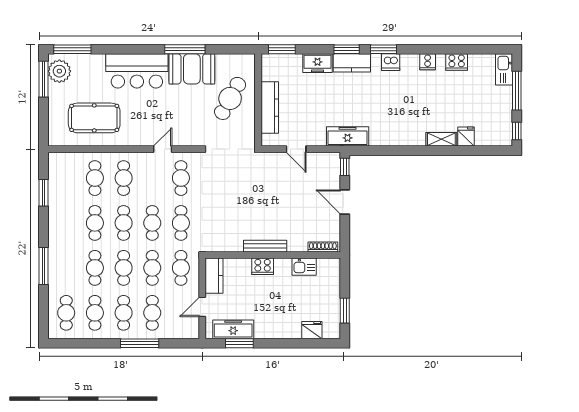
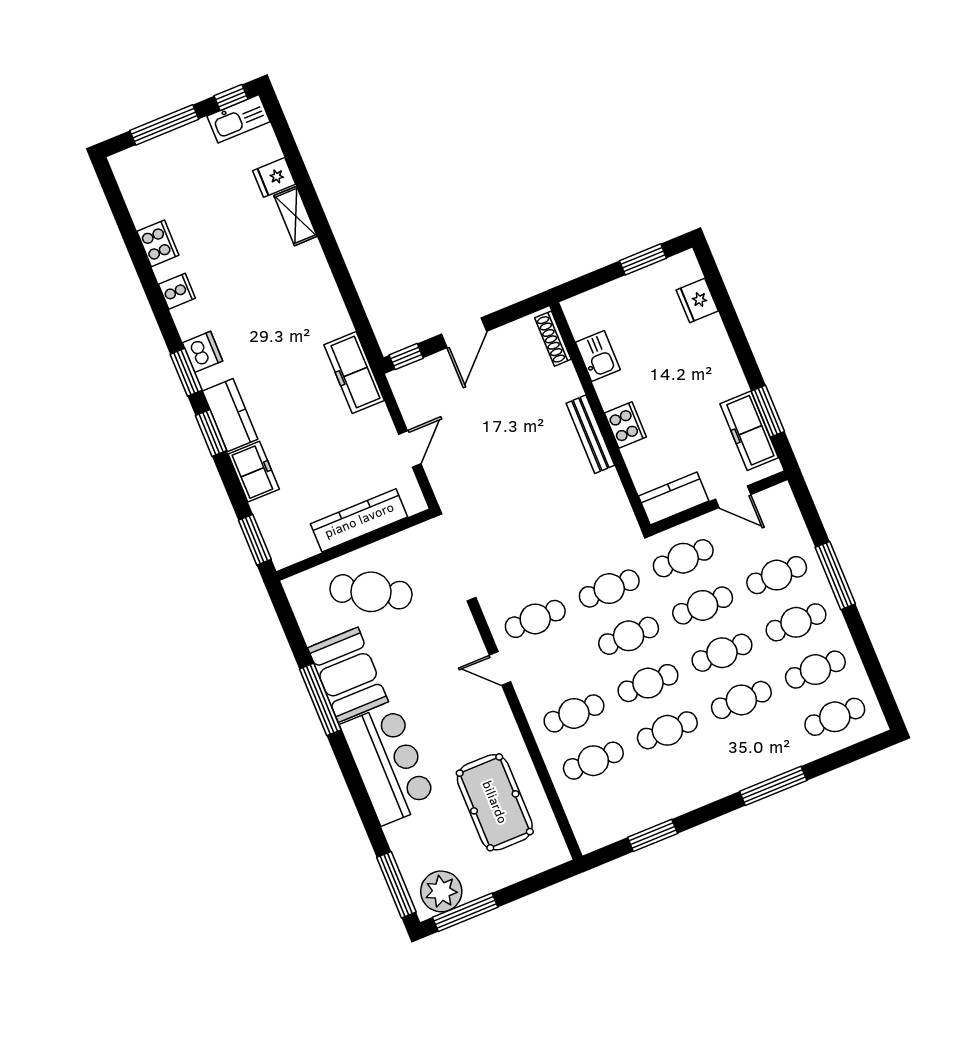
kitchen sink: (504, 69) -> (239, 119), moved

